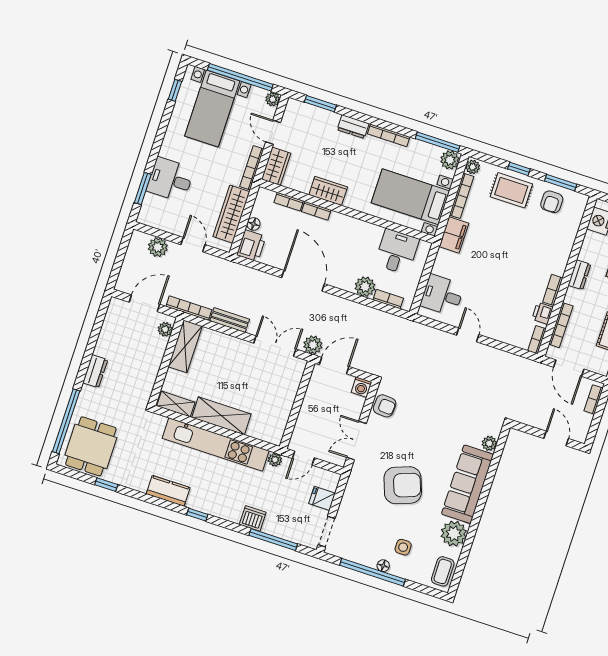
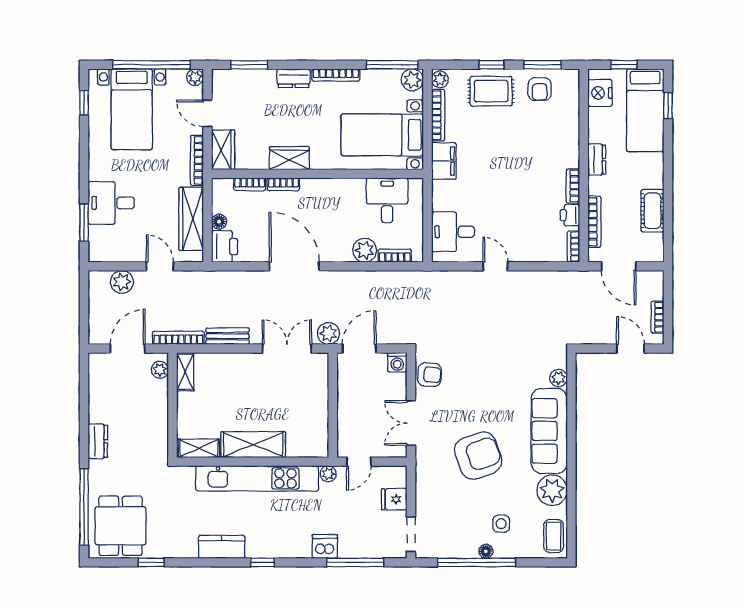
shelving: (185, 346) -> (185, 372), width x0.67, depth x0.75
bookcase: (594, 399) -> (657, 317), moved

